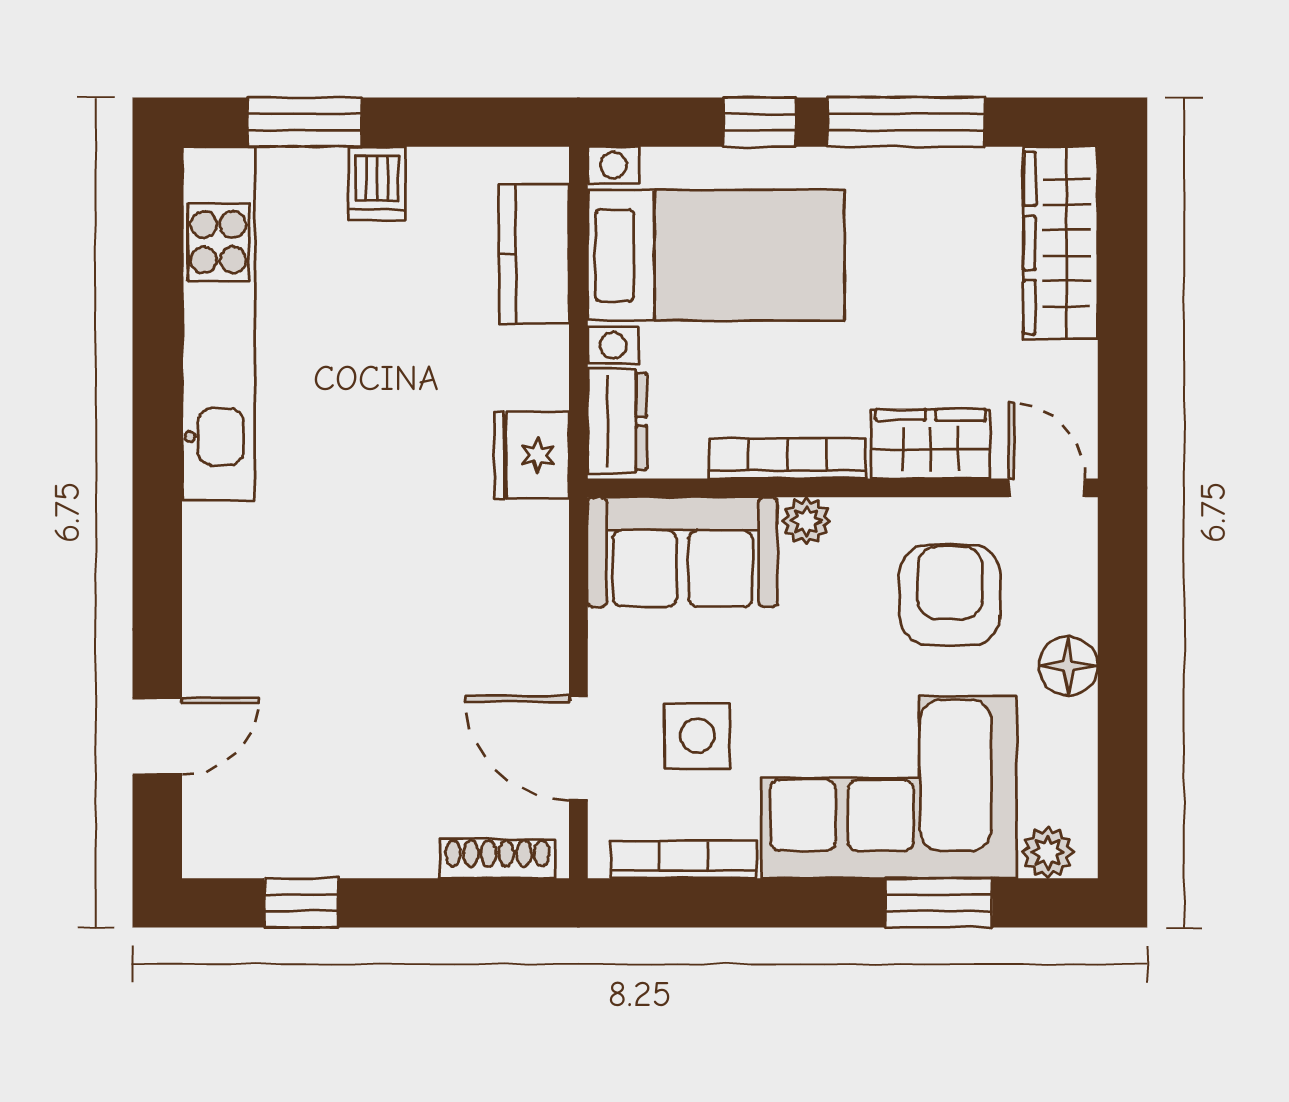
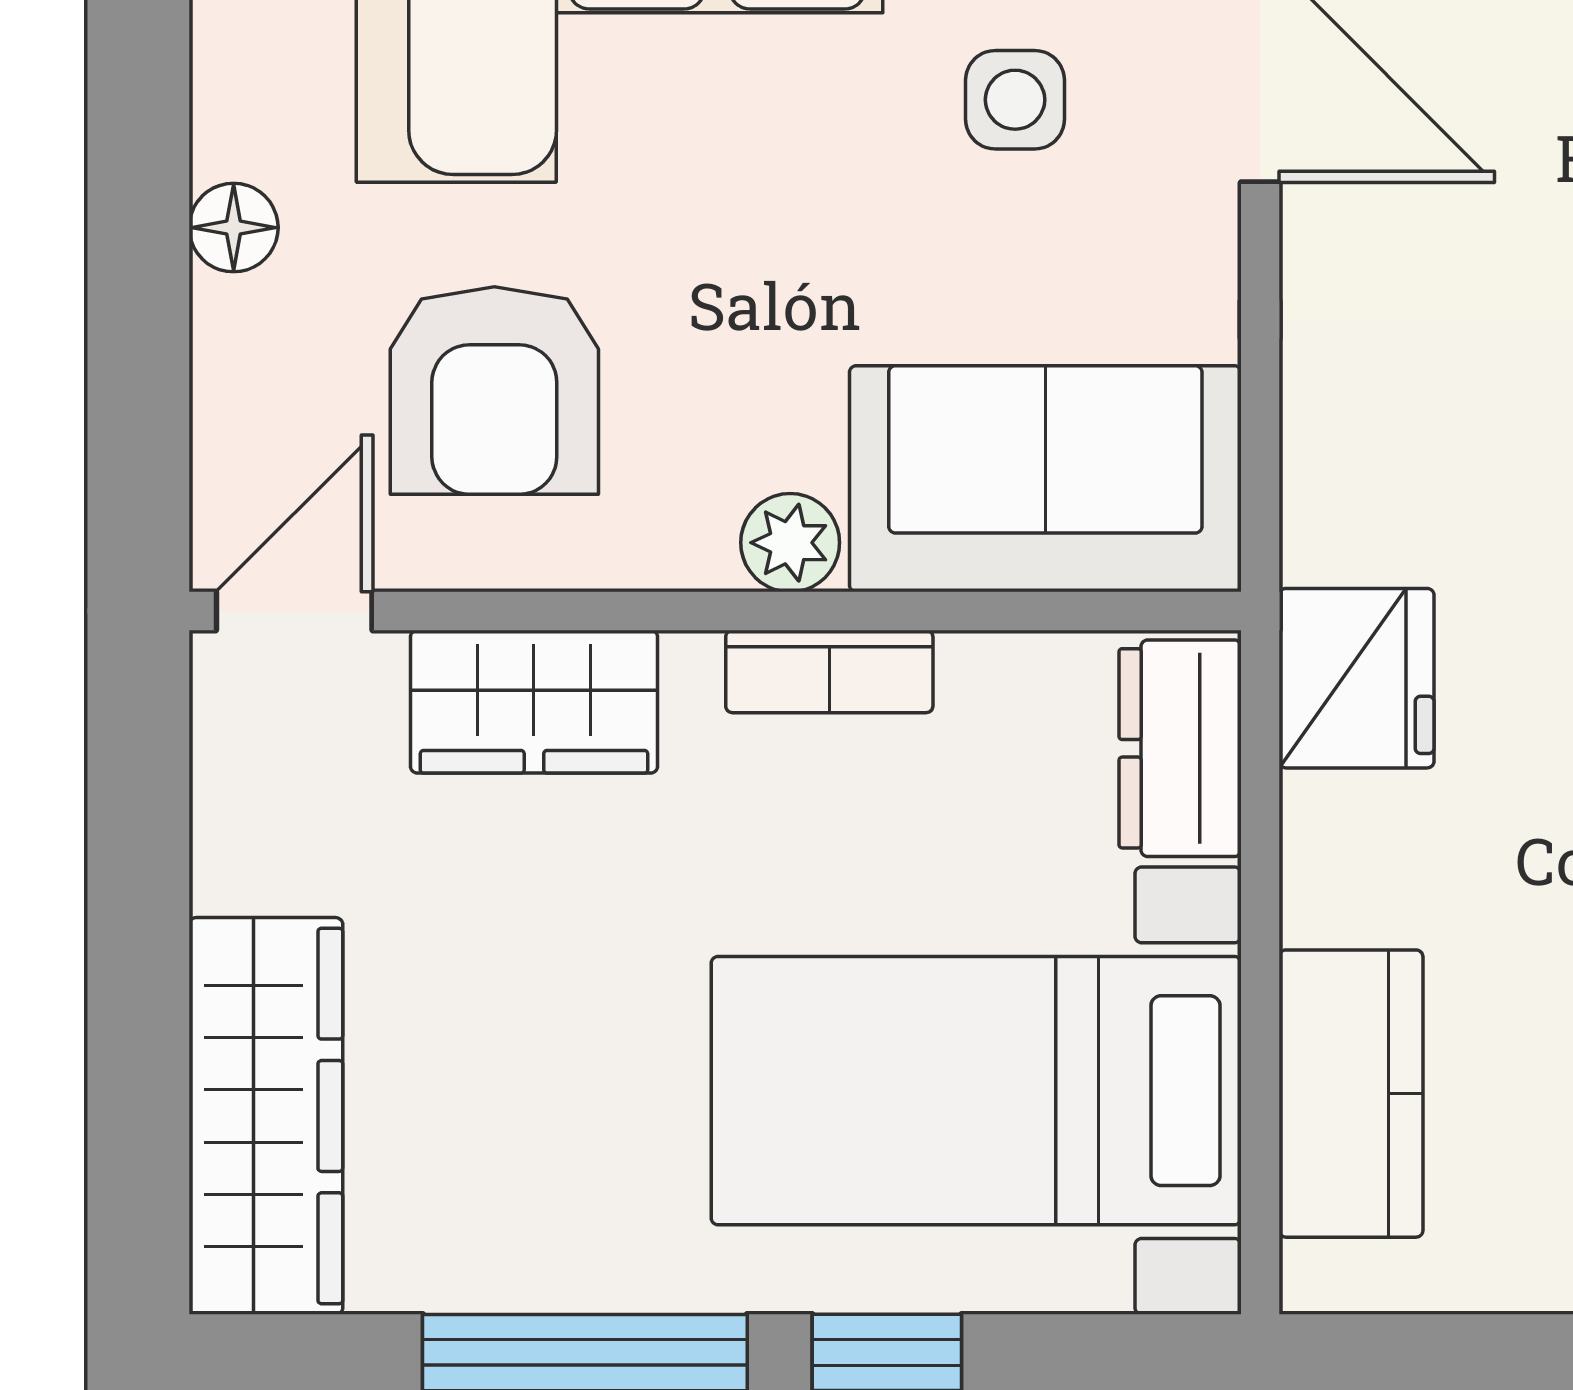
bookcase: (787, 459) -> (829, 671), width x0.64
door: (1047, 488) -> (294, 611), swing flipped
floor lamp: (1068, 666) -> (234, 228), width x0.73, depth x0.73
side table: (697, 736) -> (1015, 100), width x0.73, depth x0.73

